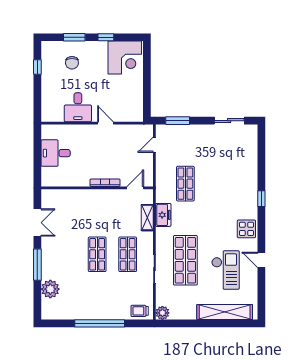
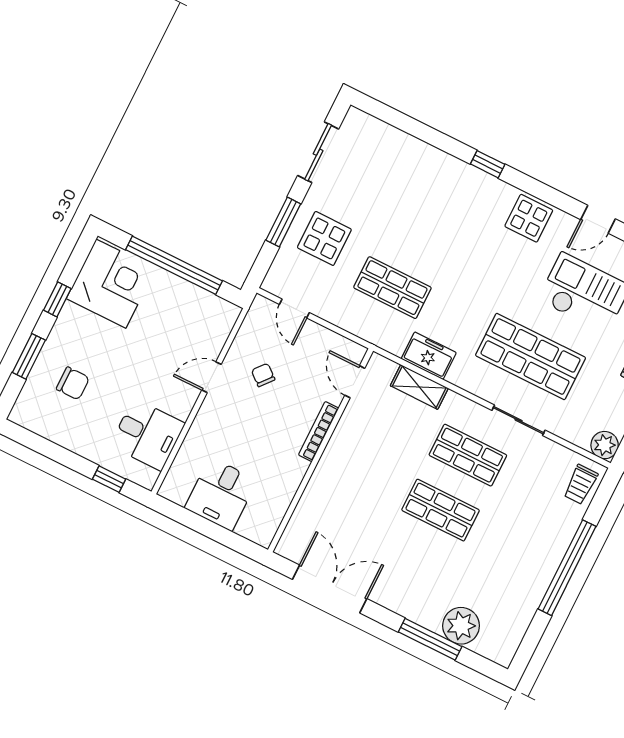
window: (37, 67) -> (109, 479), moved
window: (147, 82) -> (174, 265), added
desk: (78, 107) -> (147, 435), moved
window: (178, 121) -> (283, 222), moved
display table: (192, 142) -> (324, 238), added
chair: (118, 146) -> (263, 375), added
double door: (37, 223) -> (330, 589), width x1.37
window: (37, 265) -> (430, 639), moved

